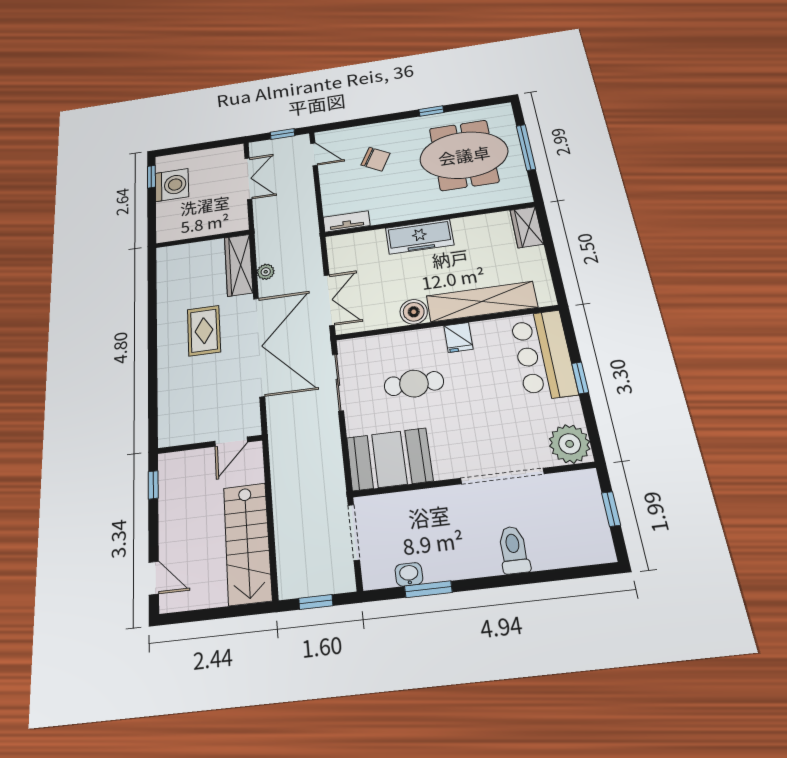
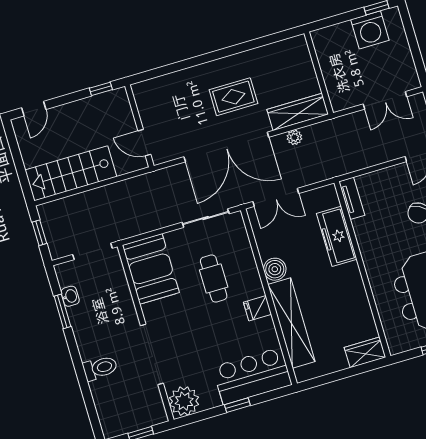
freezer: (420, 237) -> (337, 236), moved

